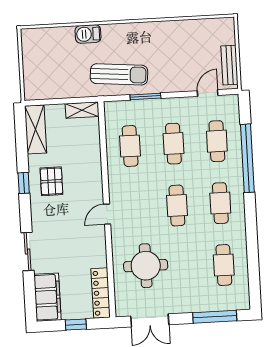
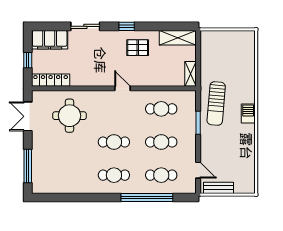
barbecue: (88, 34) -> (248, 113), moved
window: (24, 183) -> (127, 26), moved
door: (107, 214) -> (122, 88), moved
cafe table: (224, 265) -> (67, 175), removed

